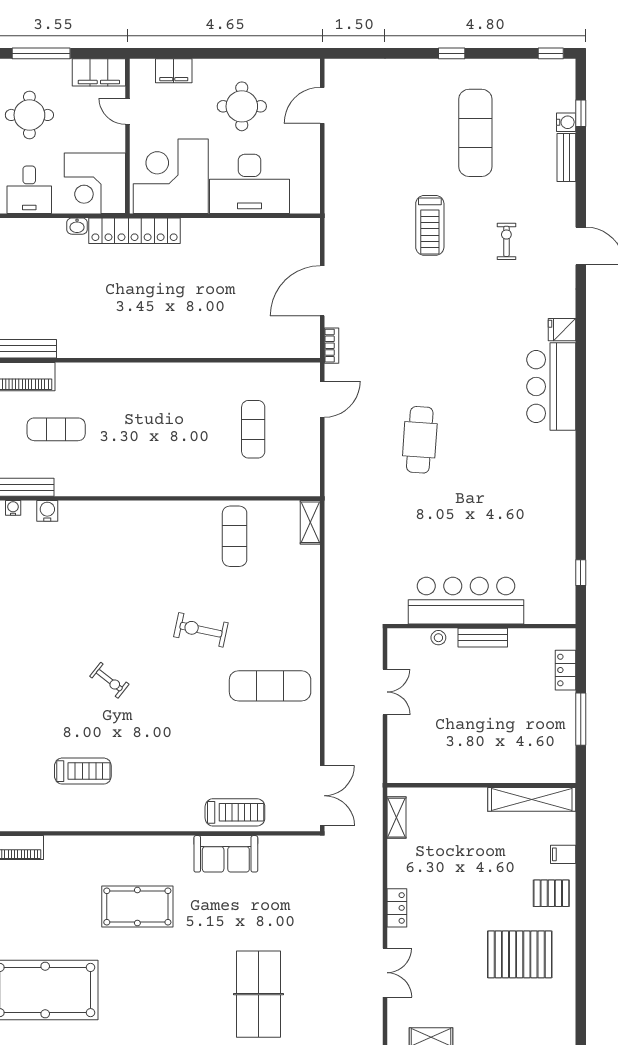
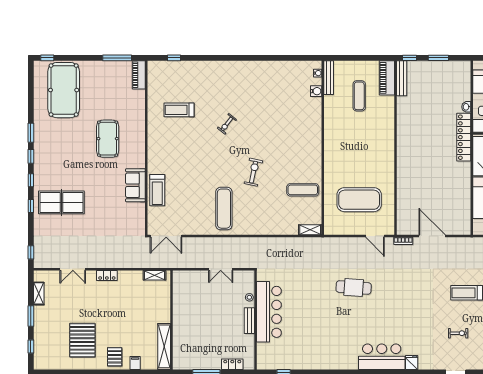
exercise mat: (253, 429) -> (359, 200), width x2.00, depth x1.45
treadmill: (83, 771) -> (179, 110), turned 90

